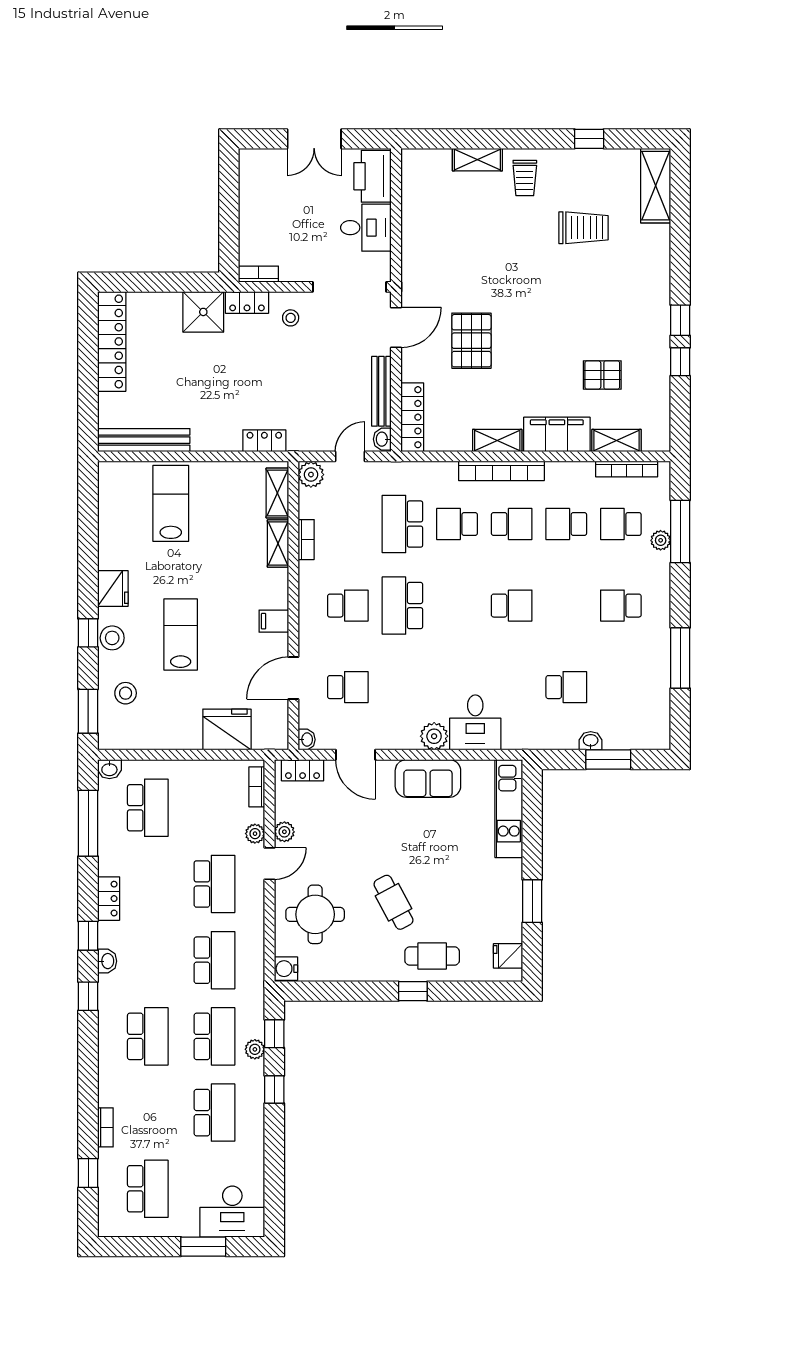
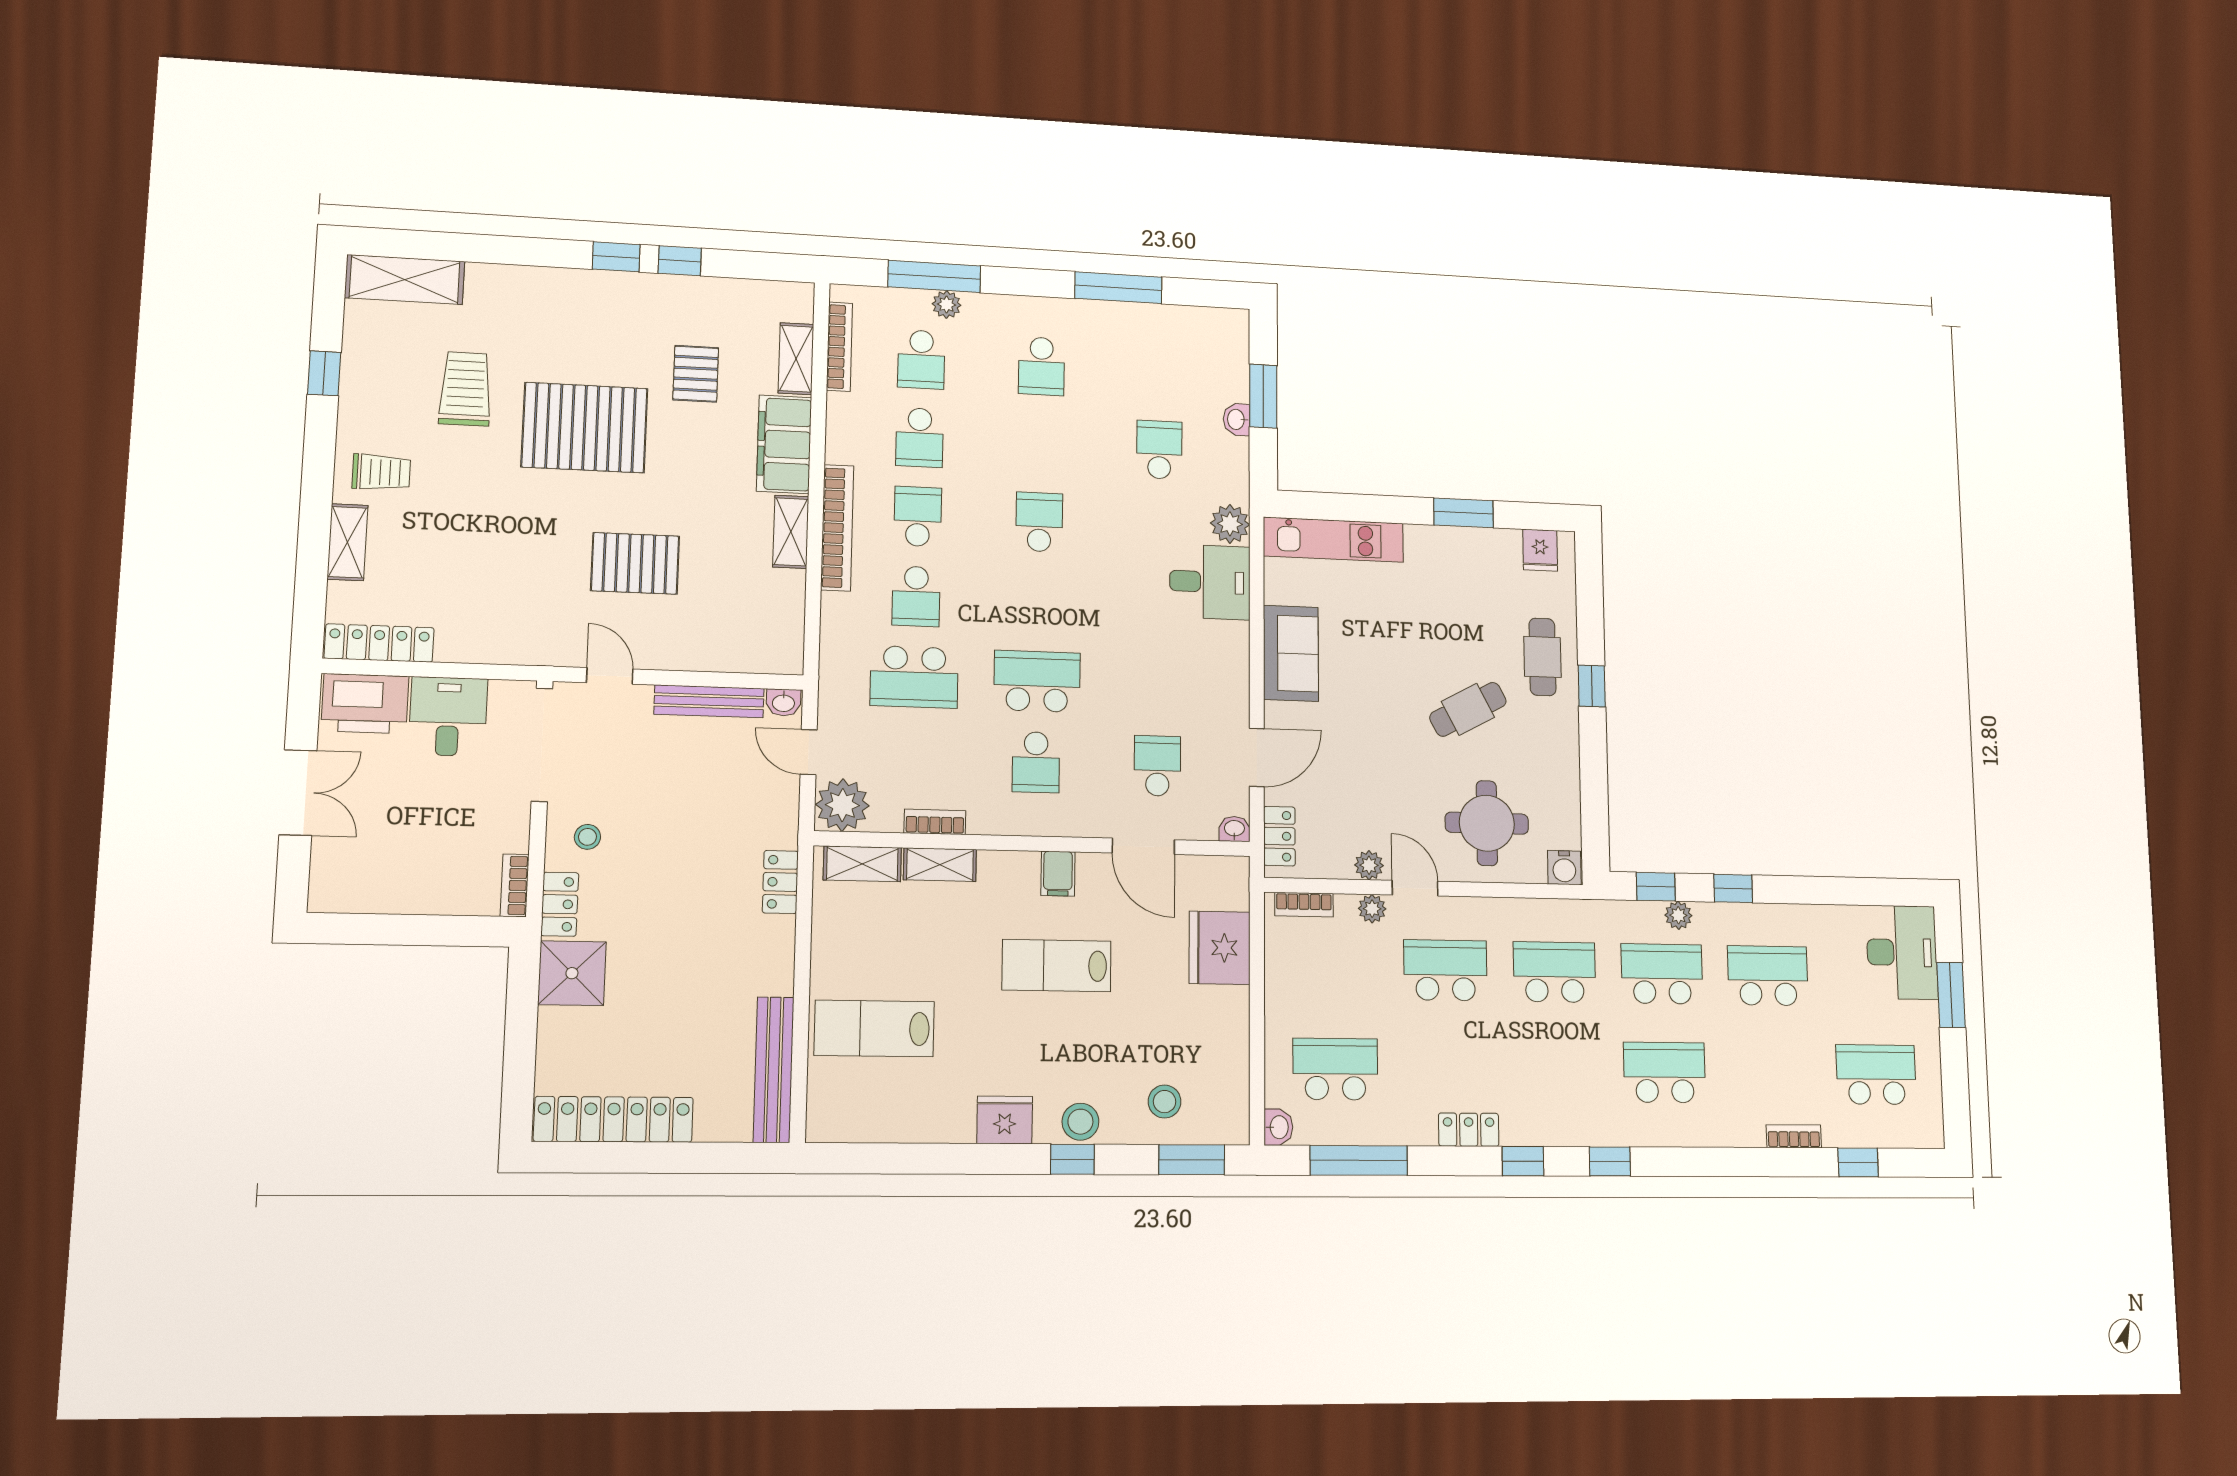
pallet: (561, 305) -> (585, 428), added
door: (396, 328) -> (610, 676), width x0.73
locker: (412, 417) -> (379, 643), moved
plant: (311, 475) -> (842, 805), width x1.36, depth x1.36
school desk: (348, 606) -> (1036, 762), turned 180
school desk: (402, 606) -> (1037, 681), turned 180
lab bench: (181, 635) -> (1057, 966), moved
plant: (434, 736) -> (1230, 524), moved
washbasin: (107, 961) -> (1559, 1132), removed

